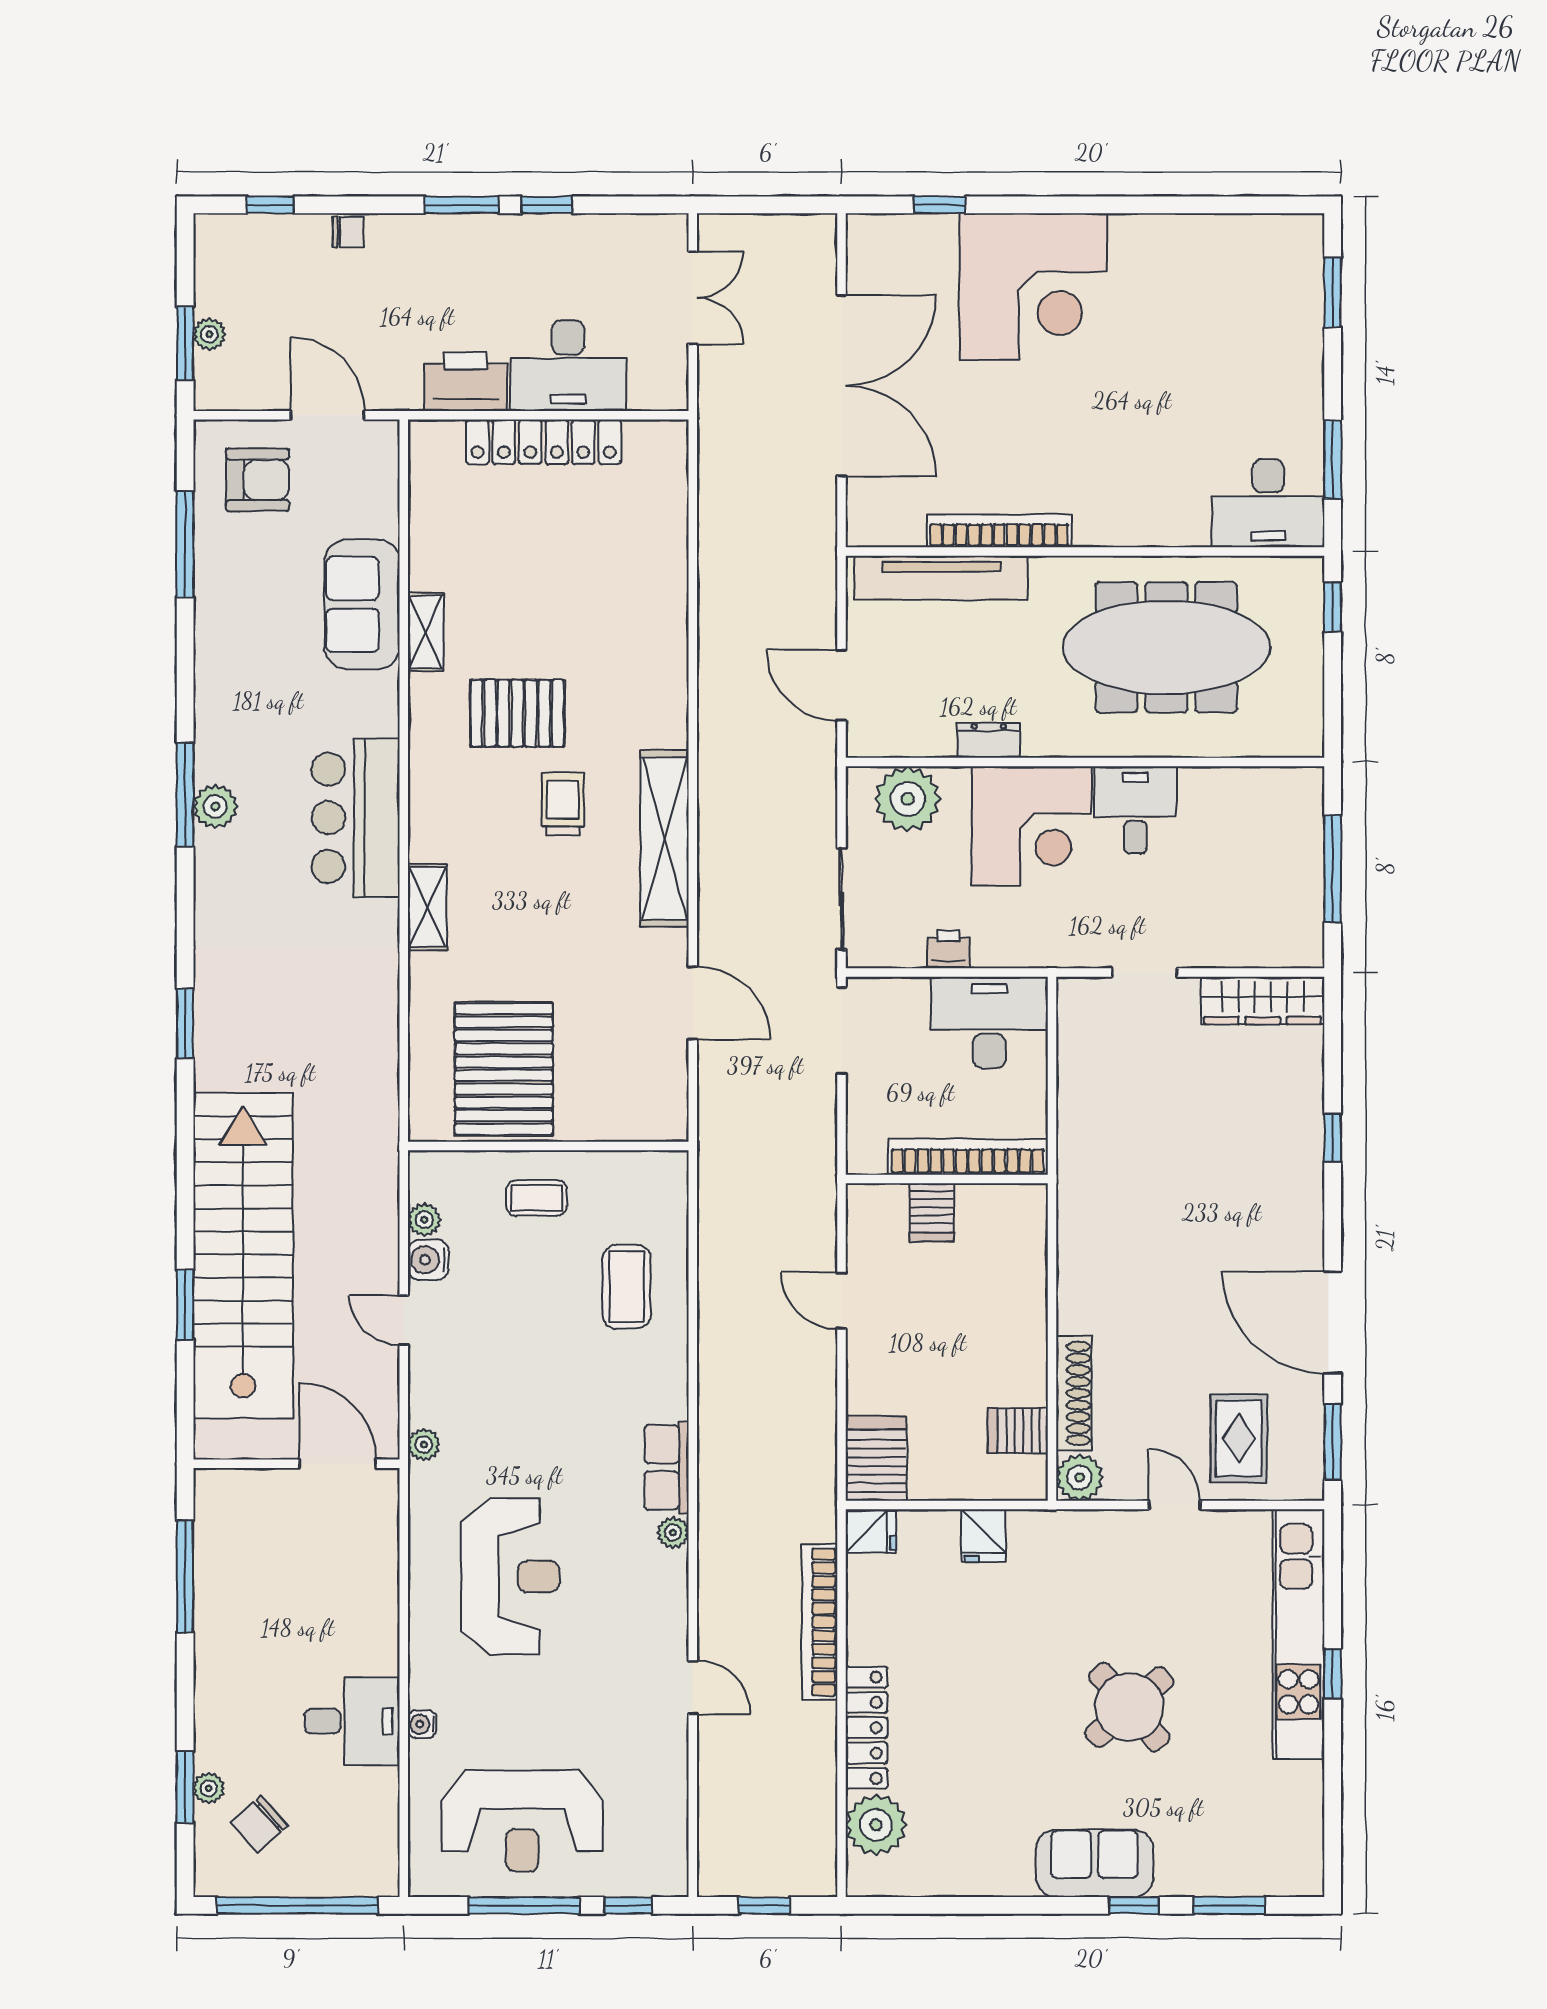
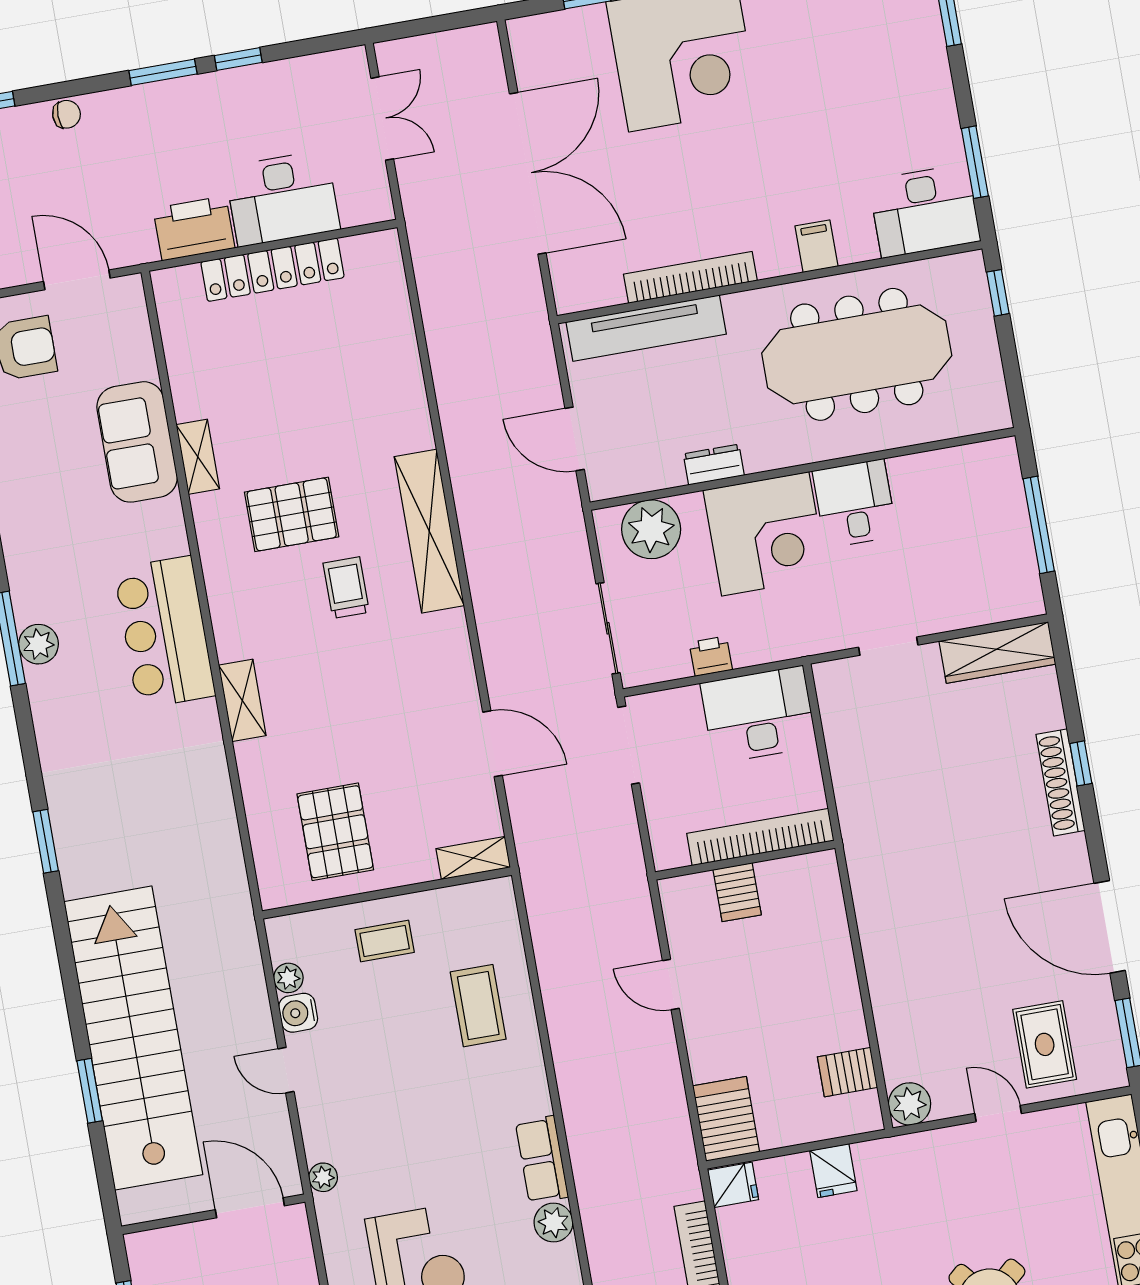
filing cabinet: (1143, 521) -> (816, 246), added
shelving: (665, 838) -> (429, 531), moved
pallet: (504, 1069) -> (335, 832), width x0.73, depth x0.71
shelving: (650, 1124) -> (473, 858), added
shoe rack: (1074, 1393) -> (1060, 782), moved, turned 180
plant: (673, 1533) -> (553, 1222), width x1.38, depth x1.38

